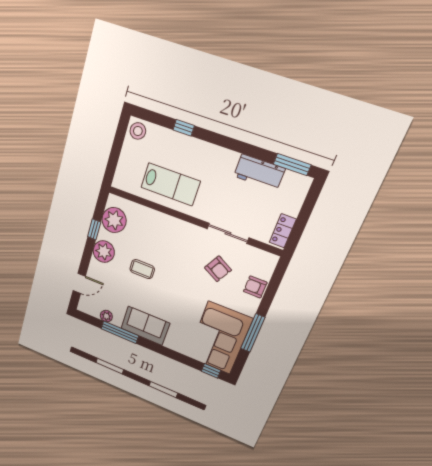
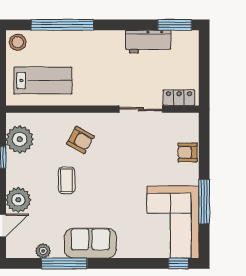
window: (184, 128) -> (62, 25), width x3.17
lab bench: (170, 184) -> (43, 81), moved
locker: (283, 231) -> (179, 98), moved, turned 90
plant: (104, 252) -> (18, 200), moved
coffee table: (142, 269) -> (67, 180), turned 90
armchair: (218, 269) -> (80, 140), moved

